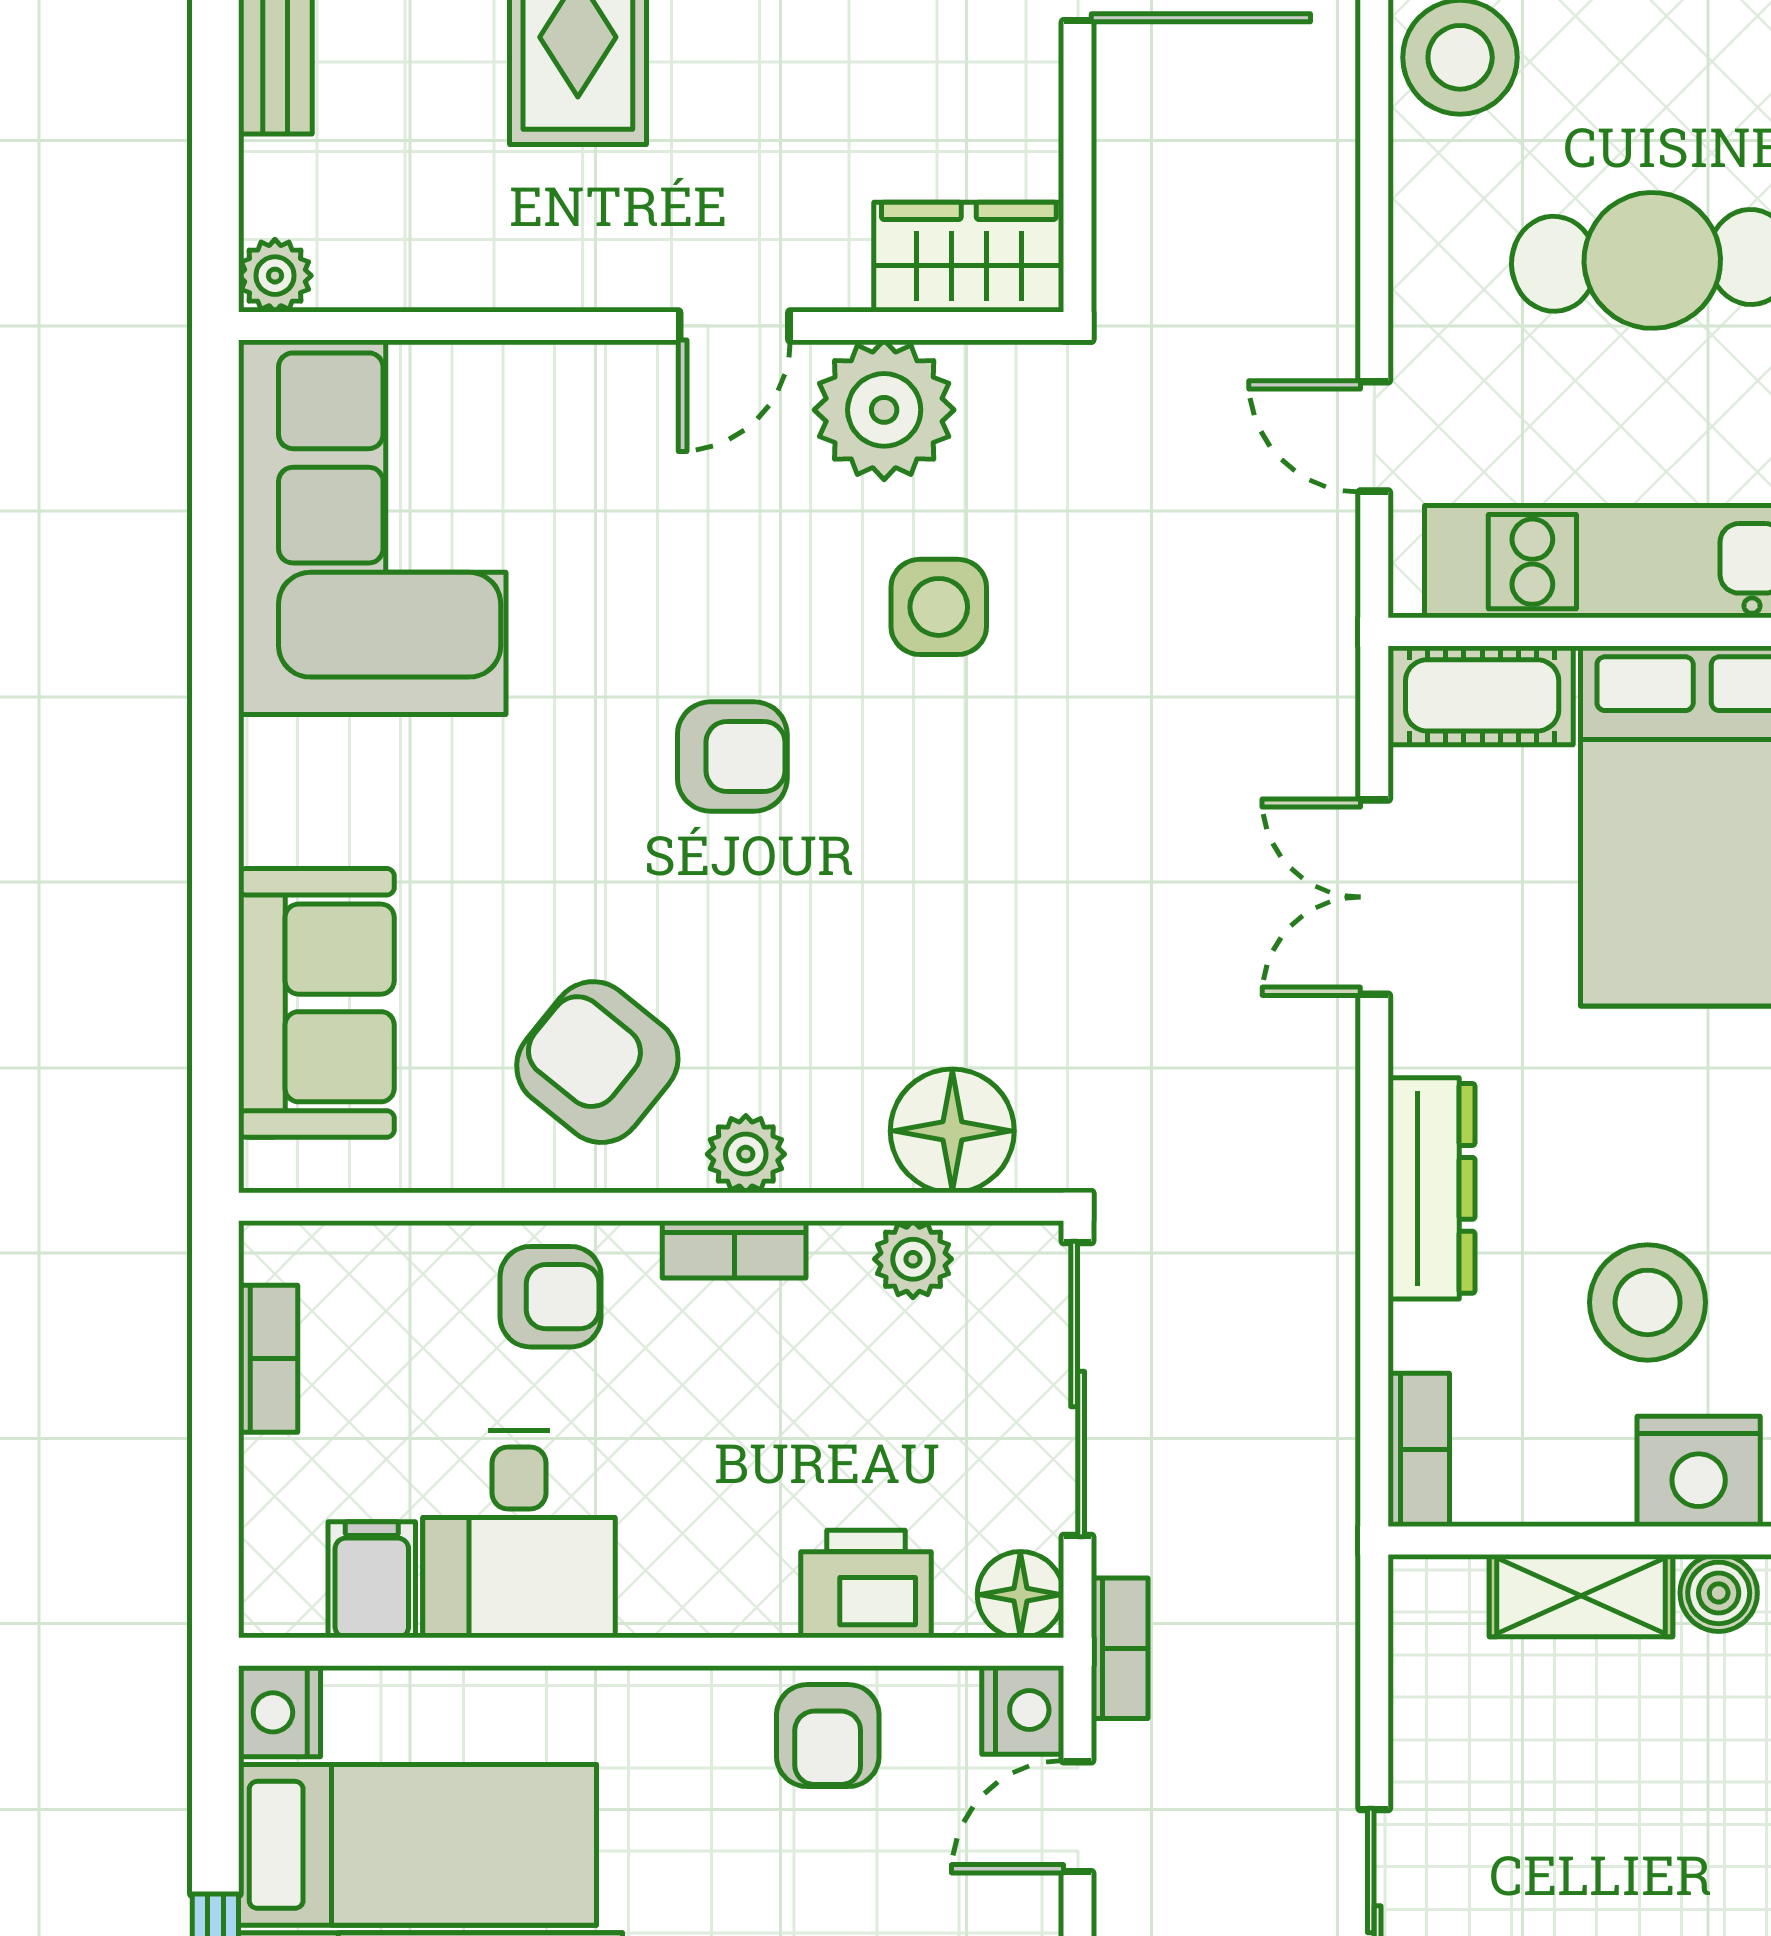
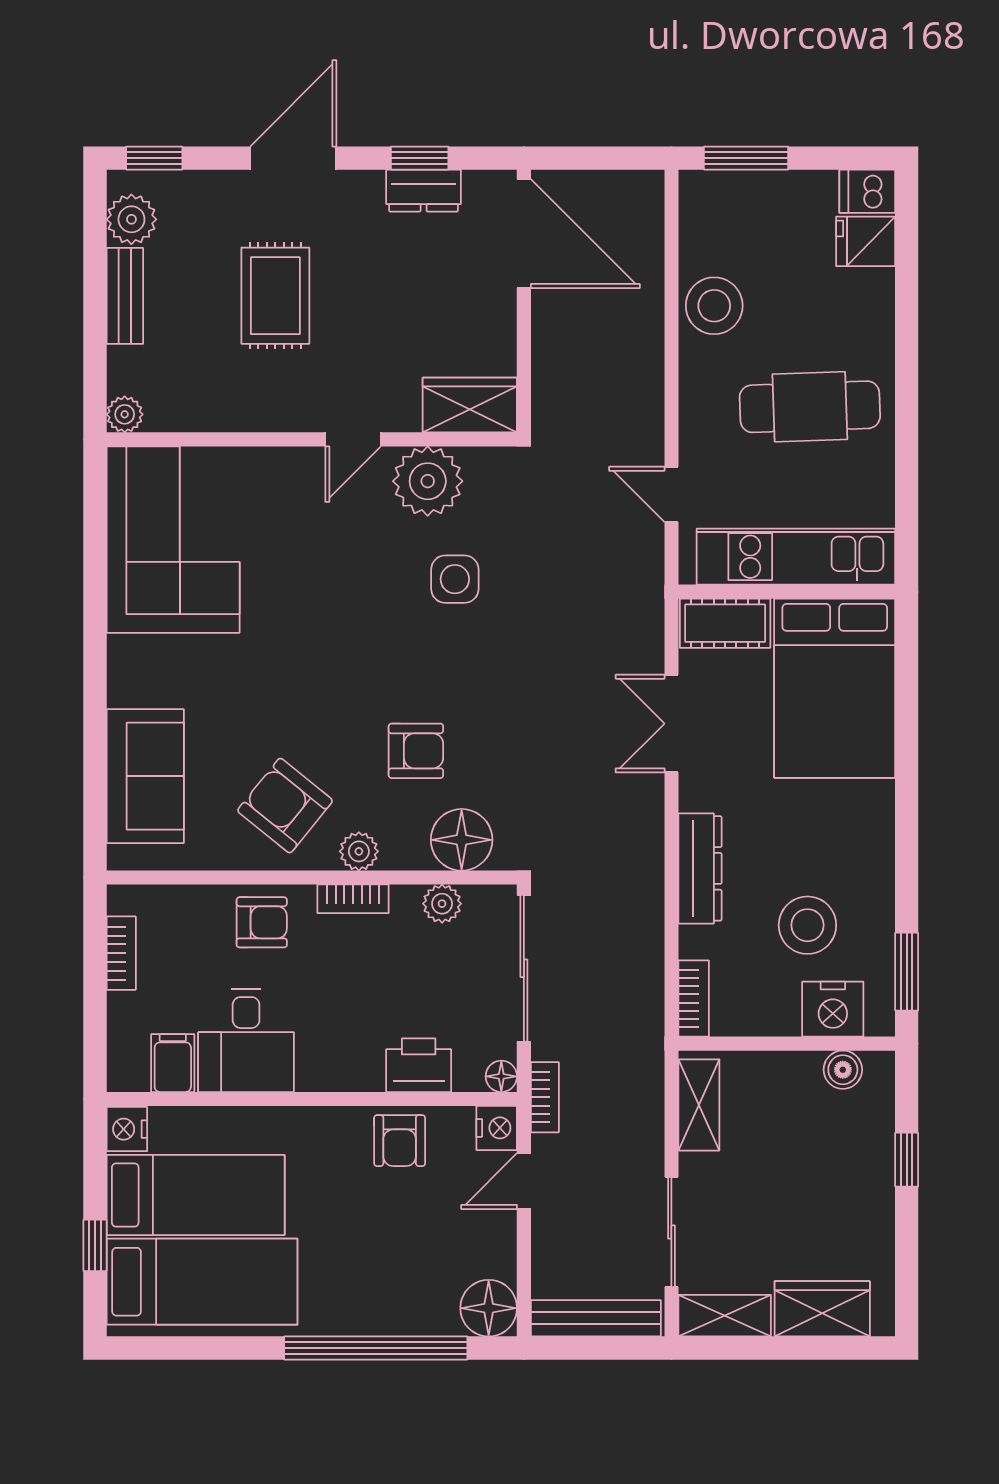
armchair: (732, 756) -> (416, 751), moved
floor lamp: (1020, 1595) -> (501, 1076), width x0.73, depth x0.73
shelving: (1581, 1596) -> (699, 1105), moved, turned 90

